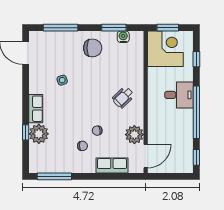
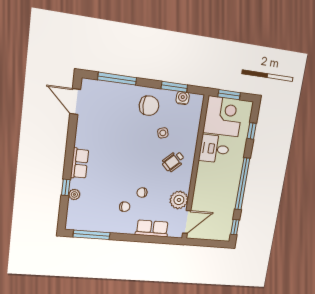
side table: (62, 80) -> (163, 133), moved
desk: (179, 95) -> (214, 149), moved, turned 180
plant: (39, 134) -> (74, 194), width x0.53, depth x0.53

